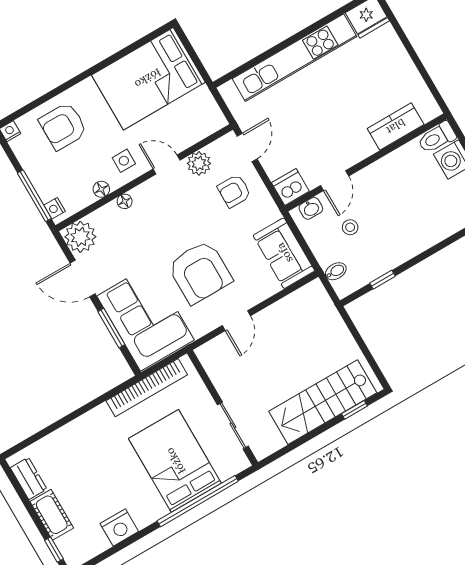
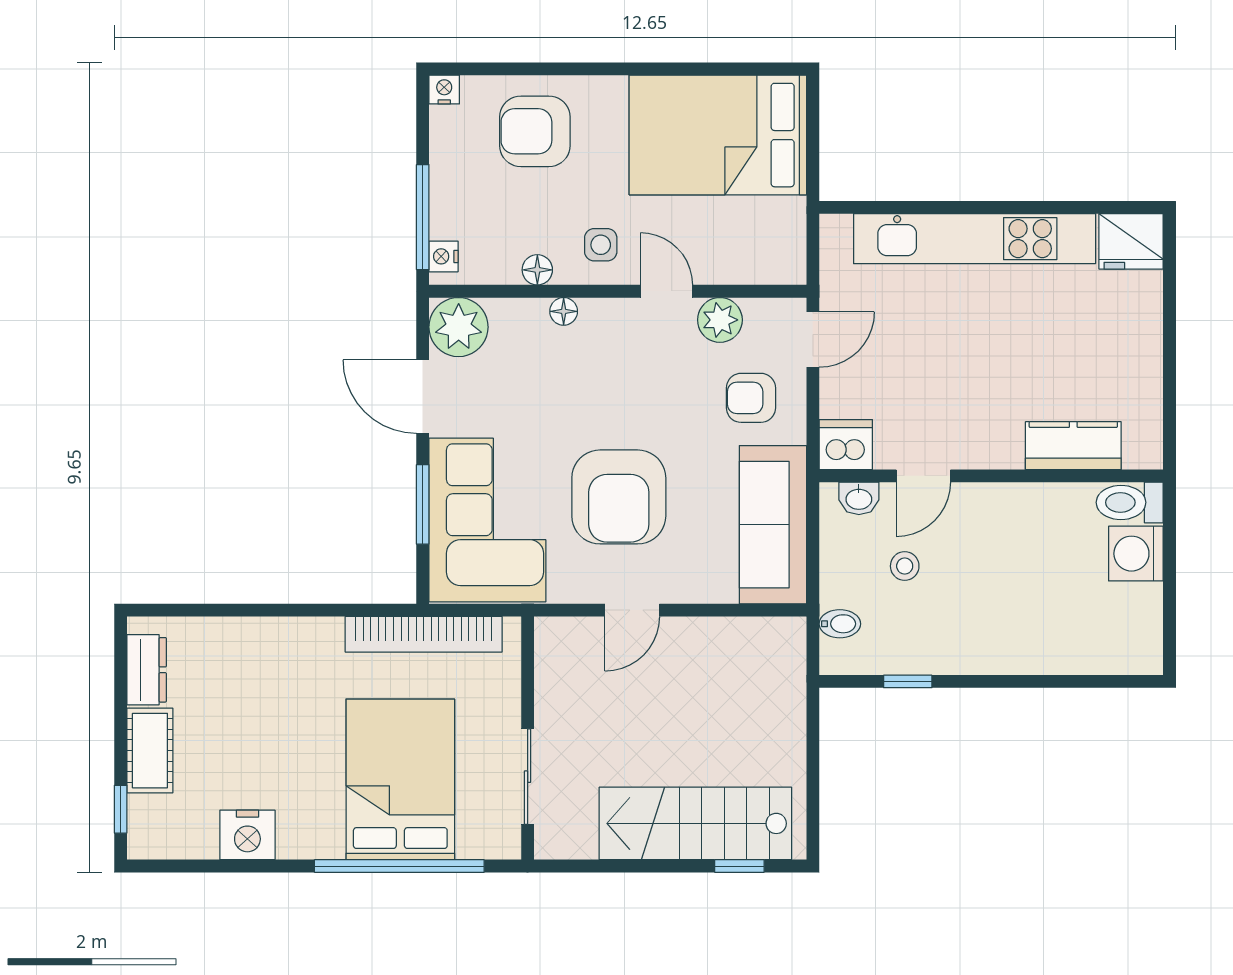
sofa: (284, 253) -> (773, 525), width x1.36

